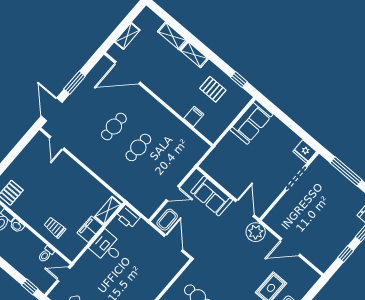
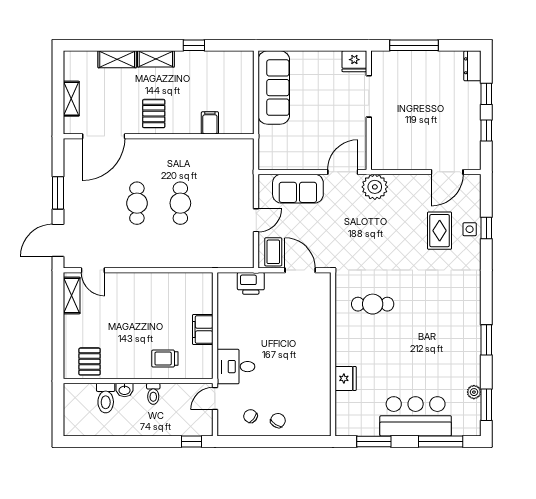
window: (239, 80) -> (194, 45), moved
pallet: (213, 89) -> (154, 114), moved, turned 90
door: (52, 109) -> (58, 240), hinge flipped
sofa: (251, 122) -> (274, 88), width x1.36
door: (245, 208) -> (343, 172), hinge flipped
shelving: (108, 210) -> (72, 295), moved
printer: (128, 217) -> (251, 283), moved
desk: (107, 247) -> (236, 367), moved
door: (290, 247) -> (447, 172), moved
toilet: (46, 254) -> (153, 394), moved

